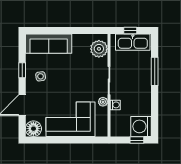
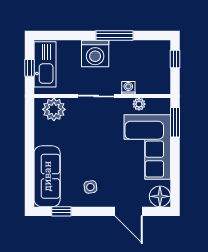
window: (22, 70) -> (61, 211), moved
window: (155, 71) -> (115, 35), moved
plant: (103, 102) -> (139, 104), moved
washing machine: (141, 126) -> (95, 53), moved
window: (89, 140) -> (175, 122), added

